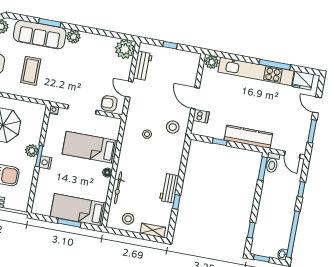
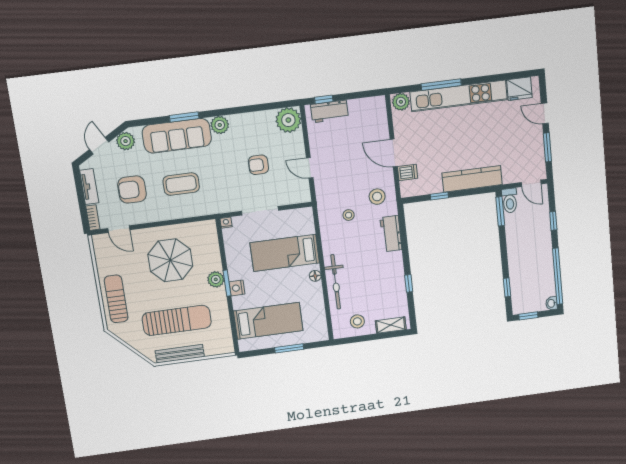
window: (170, 45) -> (324, 99), moved
window: (275, 65) -> (441, 85), moved
workbench: (143, 66) -> (329, 111), moved, turned 90
coffee table: (31, 71) -> (181, 184), turned 90
armchair: (109, 103) -> (258, 165), moved
bicycle: (118, 188) -> (336, 282), width x1.37, depth x1.40
workbench: (169, 188) -> (391, 234), moved
bed: (78, 210) -> (268, 321), moved, turned 180

